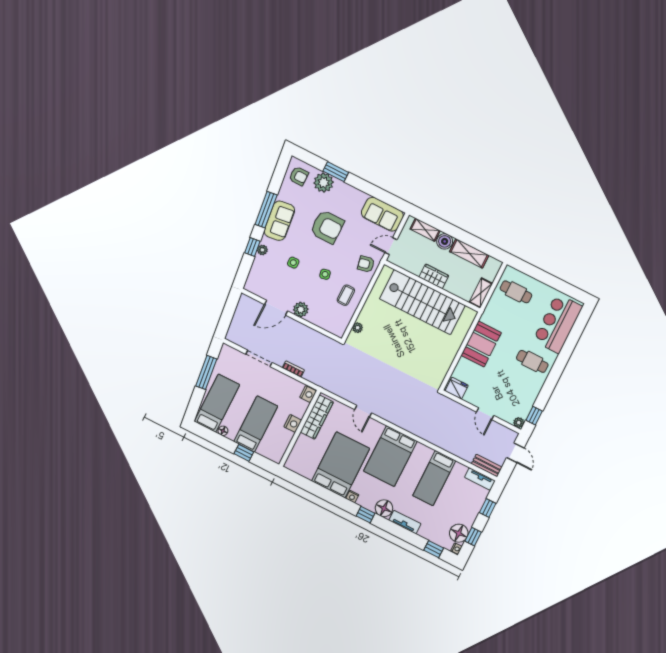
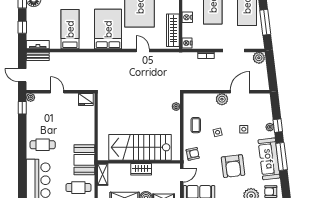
sofa: (279, 221) -> (269, 159), width x1.36
armchair: (327, 227) -> (233, 166), turned -97
plant: (234, 335) -> (259, 58), added
booth: (481, 344) -> (84, 160), moved

